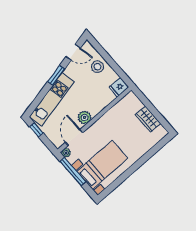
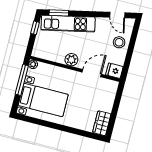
window: (56, 75) -> (59, 13), moved
wardrobe: (148, 119) -> (102, 123), moved
door: (74, 137) -> (92, 73), moved

